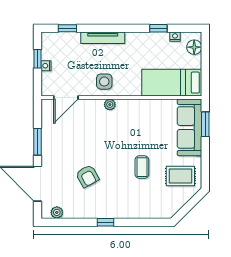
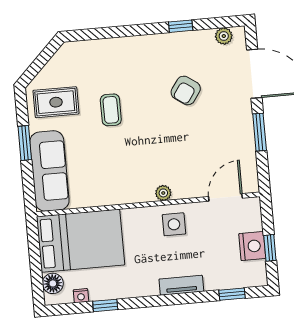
tv unit: (103, 38) -> (181, 285), width x0.71
nightstand: (46, 66) -> (252, 246), width x1.89, depth x1.79
bed: (172, 83) -> (81, 241), width x1.50
window: (205, 124) -> (25, 143), moved
armchair: (87, 176) -> (186, 90), turned -116
window: (105, 222) -> (181, 26), moved

